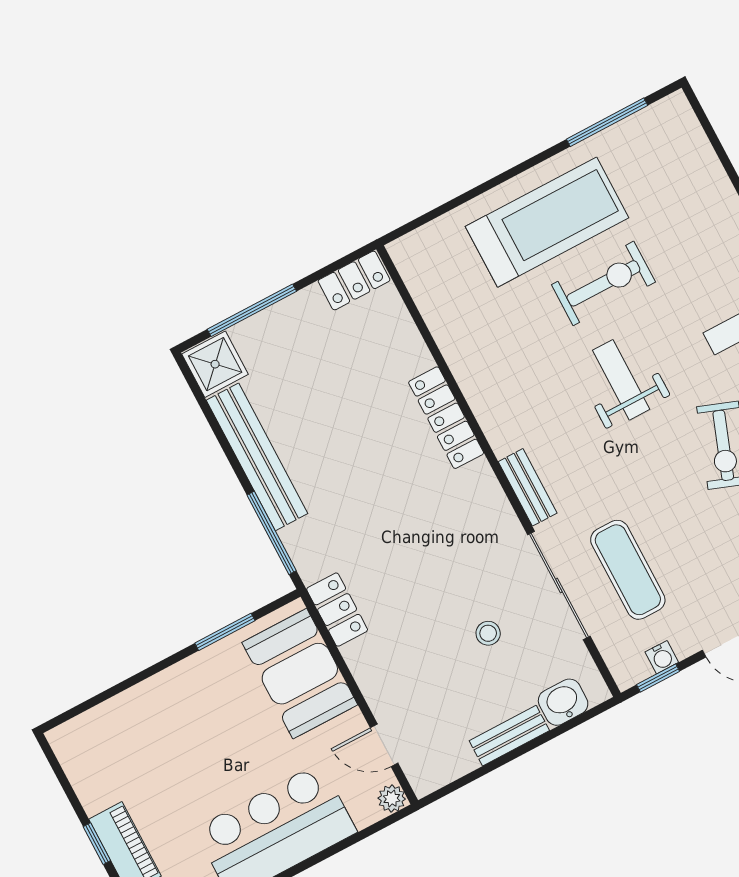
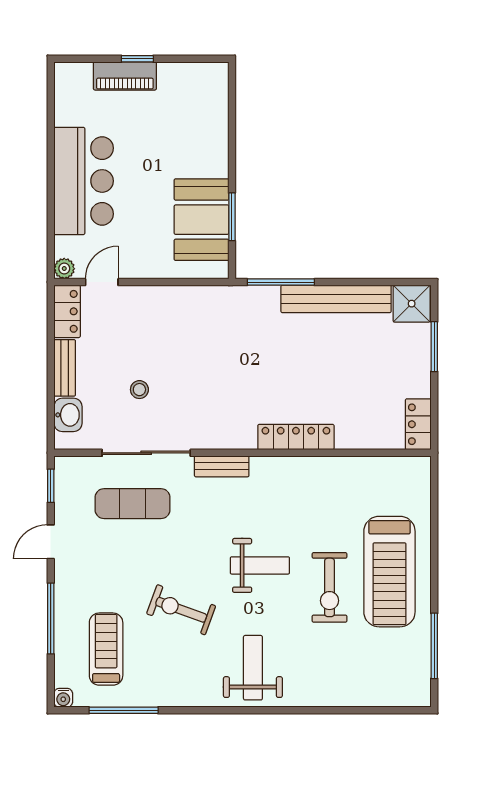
window: (252, 310) -> (434, 347), width x0.69
locker: (337, 610) -> (67, 311), moved, turned -90
water cooler: (662, 657) -> (63, 496), removed
booth: (300, 674) -> (201, 220), moved, turned 90

